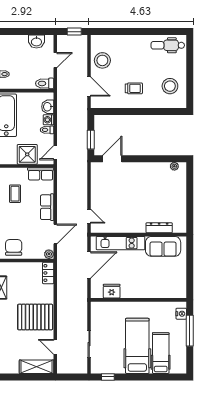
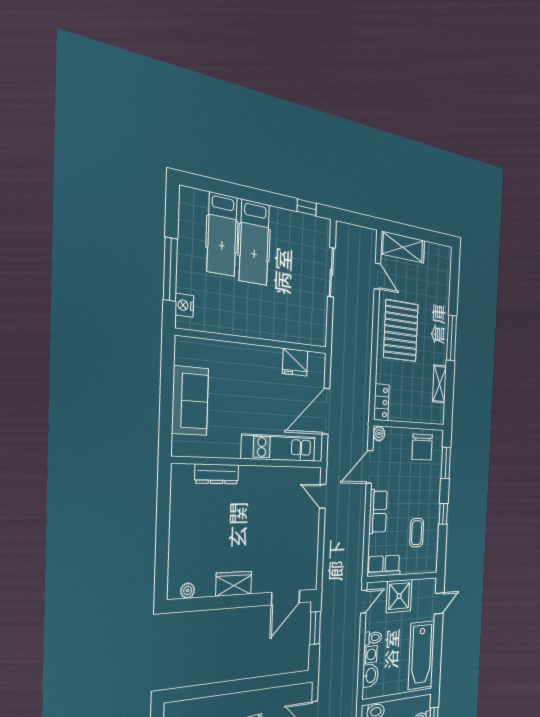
wardrobe: (146, 168) -> (234, 584), added
sofa: (163, 246) -> (190, 401), moved, turned 90
pallet: (35, 317) -> (401, 331), turned 90
hospital bed: (137, 346) -> (254, 243), width x0.73, depth x0.78

